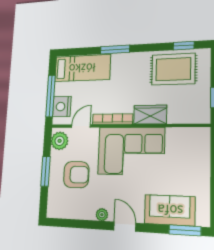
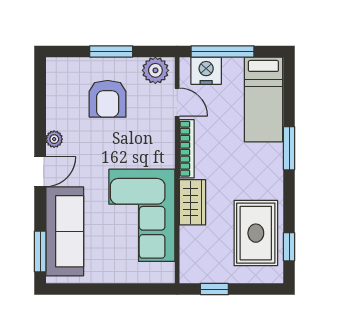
corner sofa: (131, 151) -> (142, 215), moved
sofa: (170, 210) -> (65, 231), width x1.36

